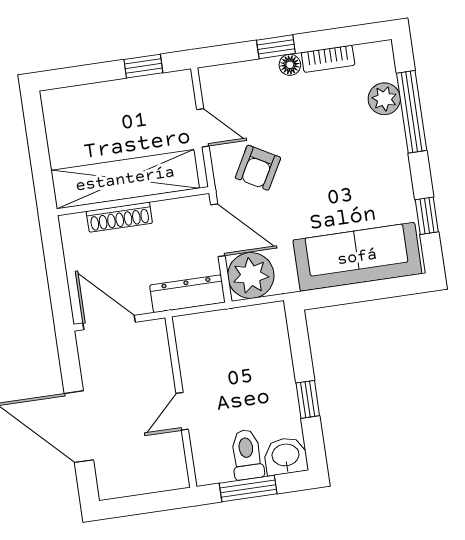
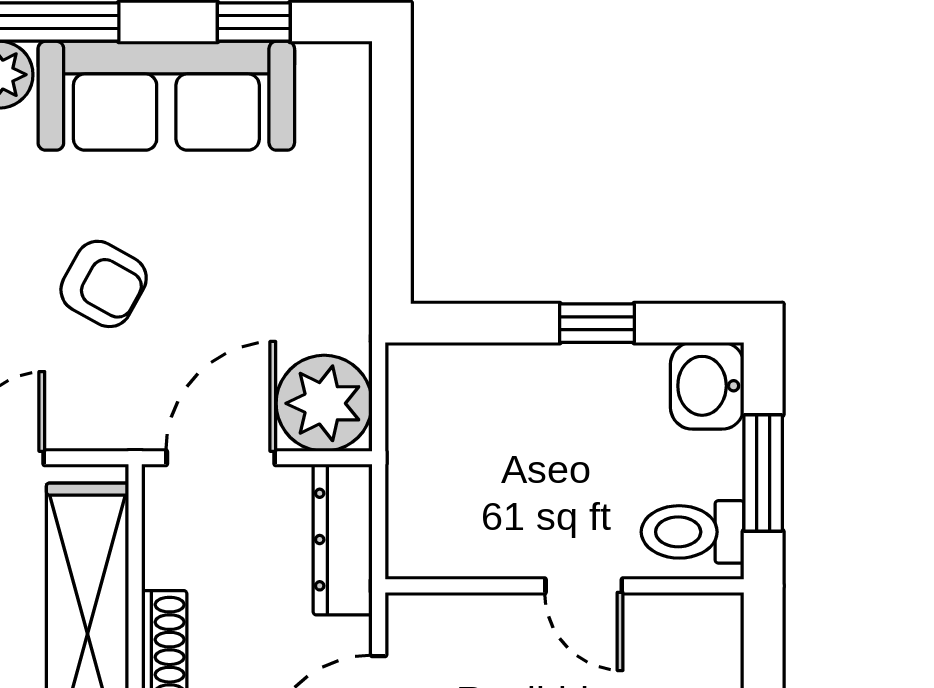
armchair: (258, 168) -> (104, 284), moved
sofa: (357, 257) -> (166, 96), moved, turned -90
toilet: (247, 455) -> (693, 532), moved

